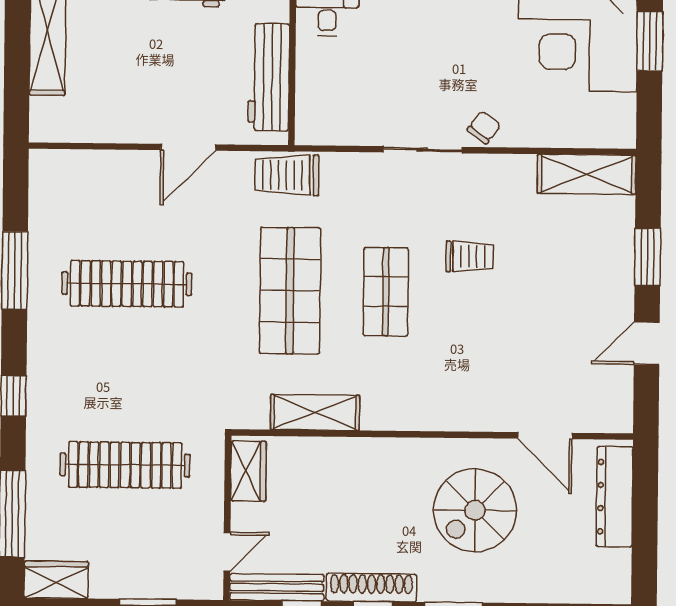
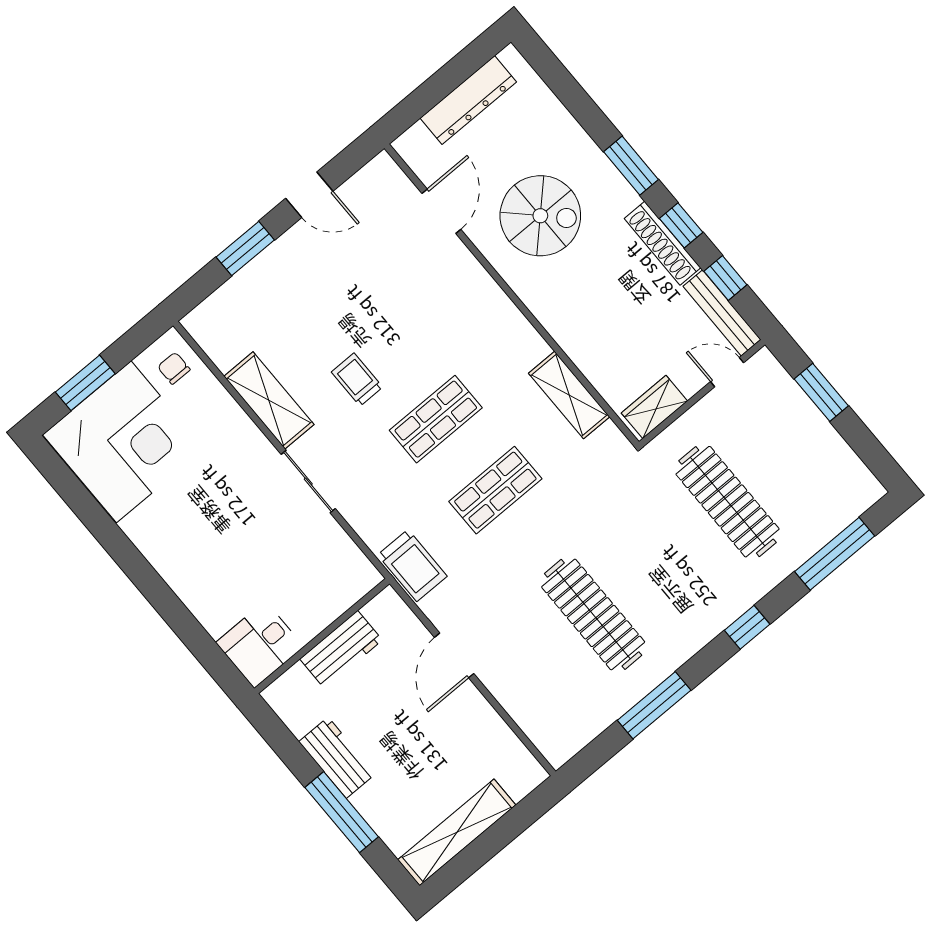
workbench: (269, 77) -> (341, 650), width x0.73
chair: (484, 127) -> (174, 368), moved, turned 53
door: (188, 147) -> (454, 655), swing flipped
shelving: (587, 174) -> (269, 400), moved
shop shelf: (290, 291) -> (495, 490), width x0.70, depth x0.74
dresser: (615, 497) -> (468, 100), moved
wardrobe: (56, 580) -> (855, 480), removed

